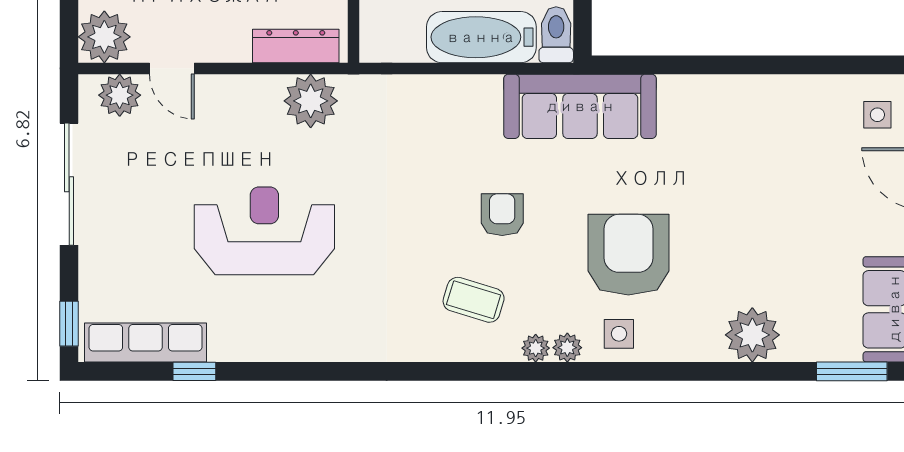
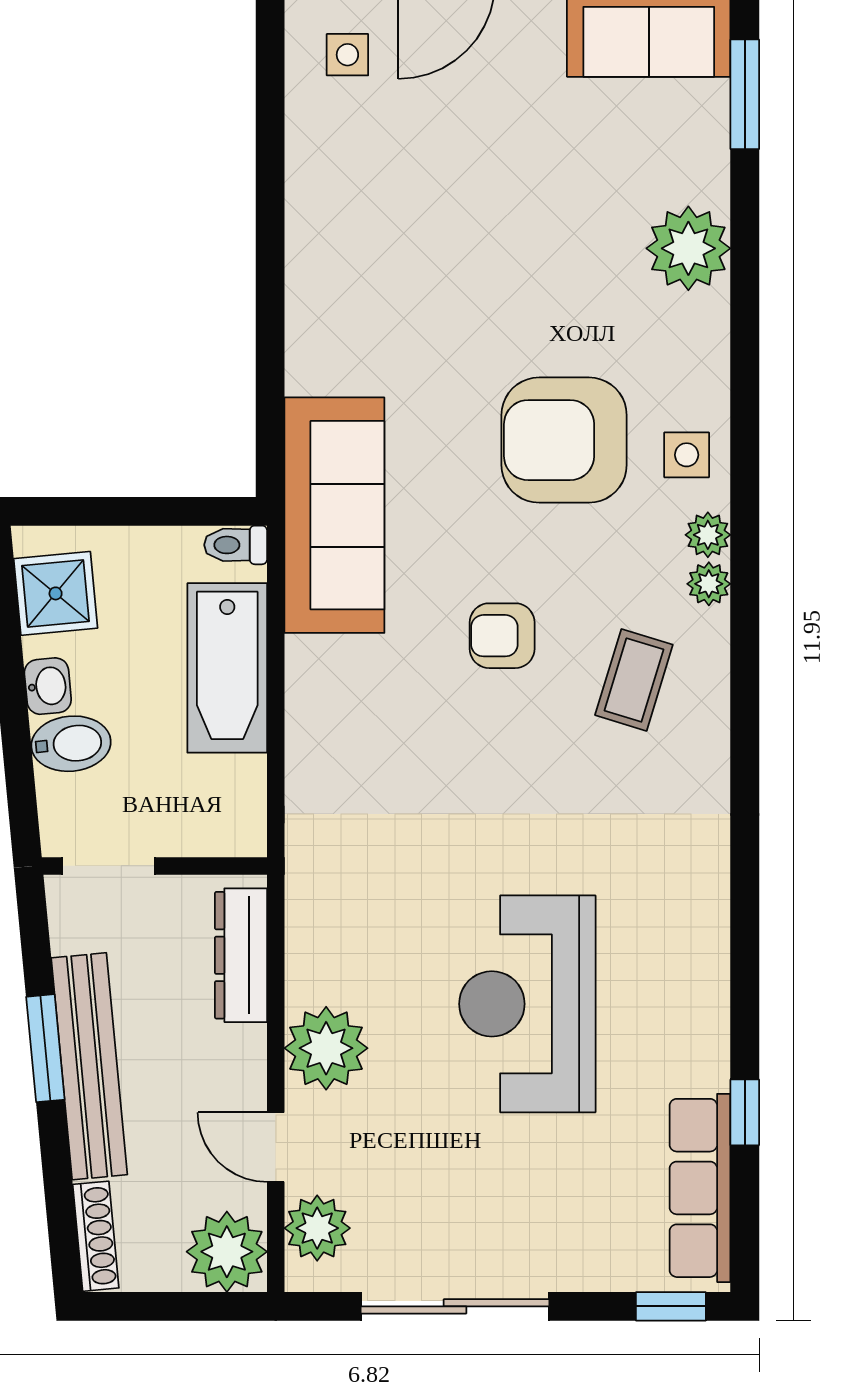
toilet: (556, 35) -> (236, 545), width x0.73, depth x0.72
door: (172, 68) -> (276, 1147), swing flipped
plant: (311, 101) -> (326, 1048), moved

